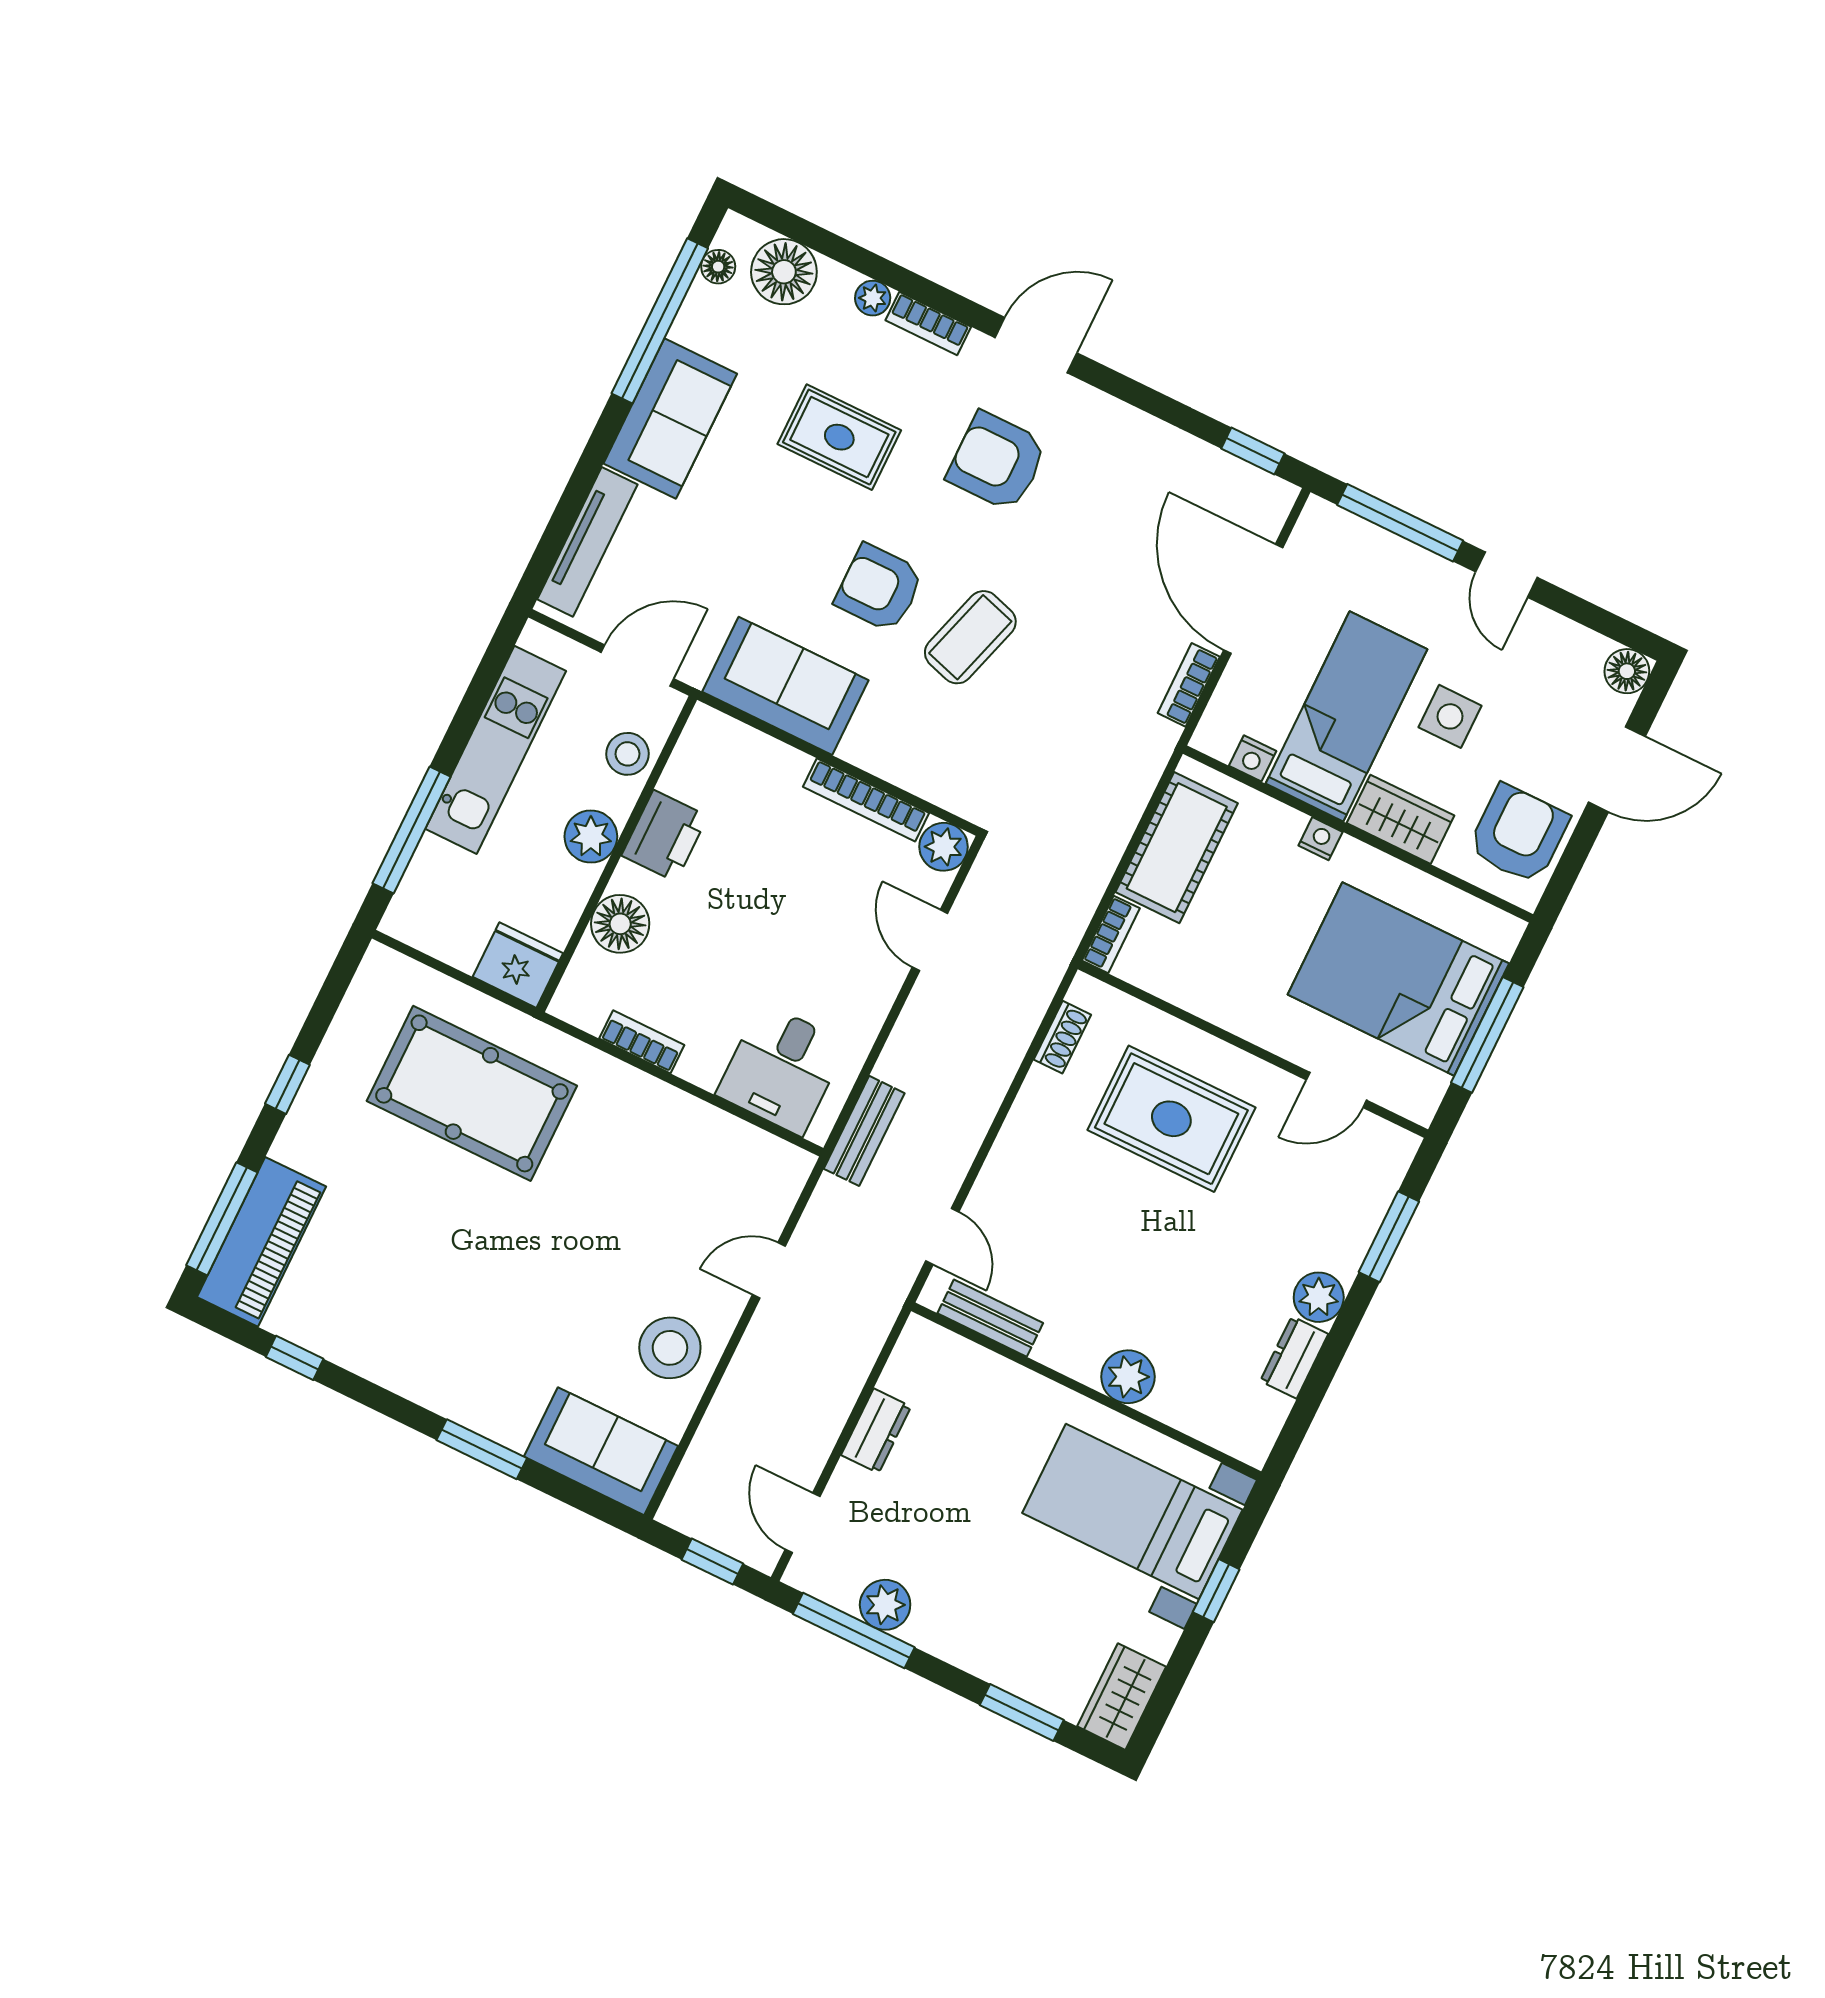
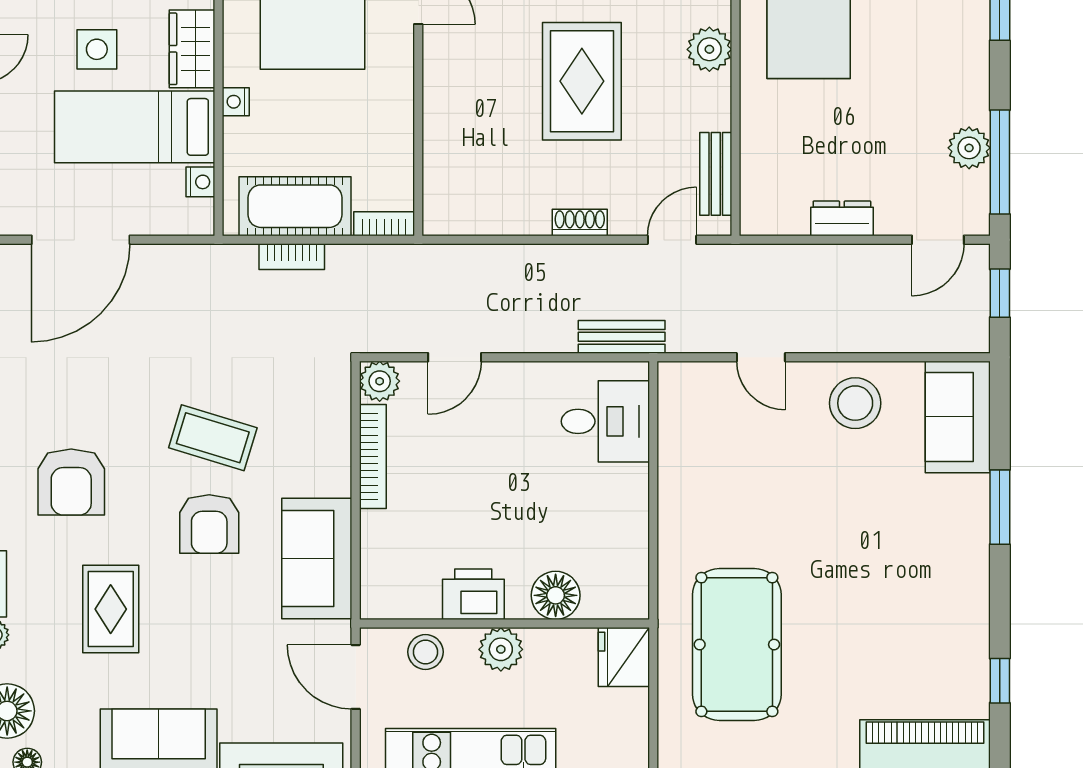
bookcase: (1189, 685) -> (292, 257), moved
shoe rack: (1062, 1037) -> (580, 223), moved
bookcase: (642, 1042) -> (636, 536), removed
rug: (1171, 1119) -> (582, 81), moved

